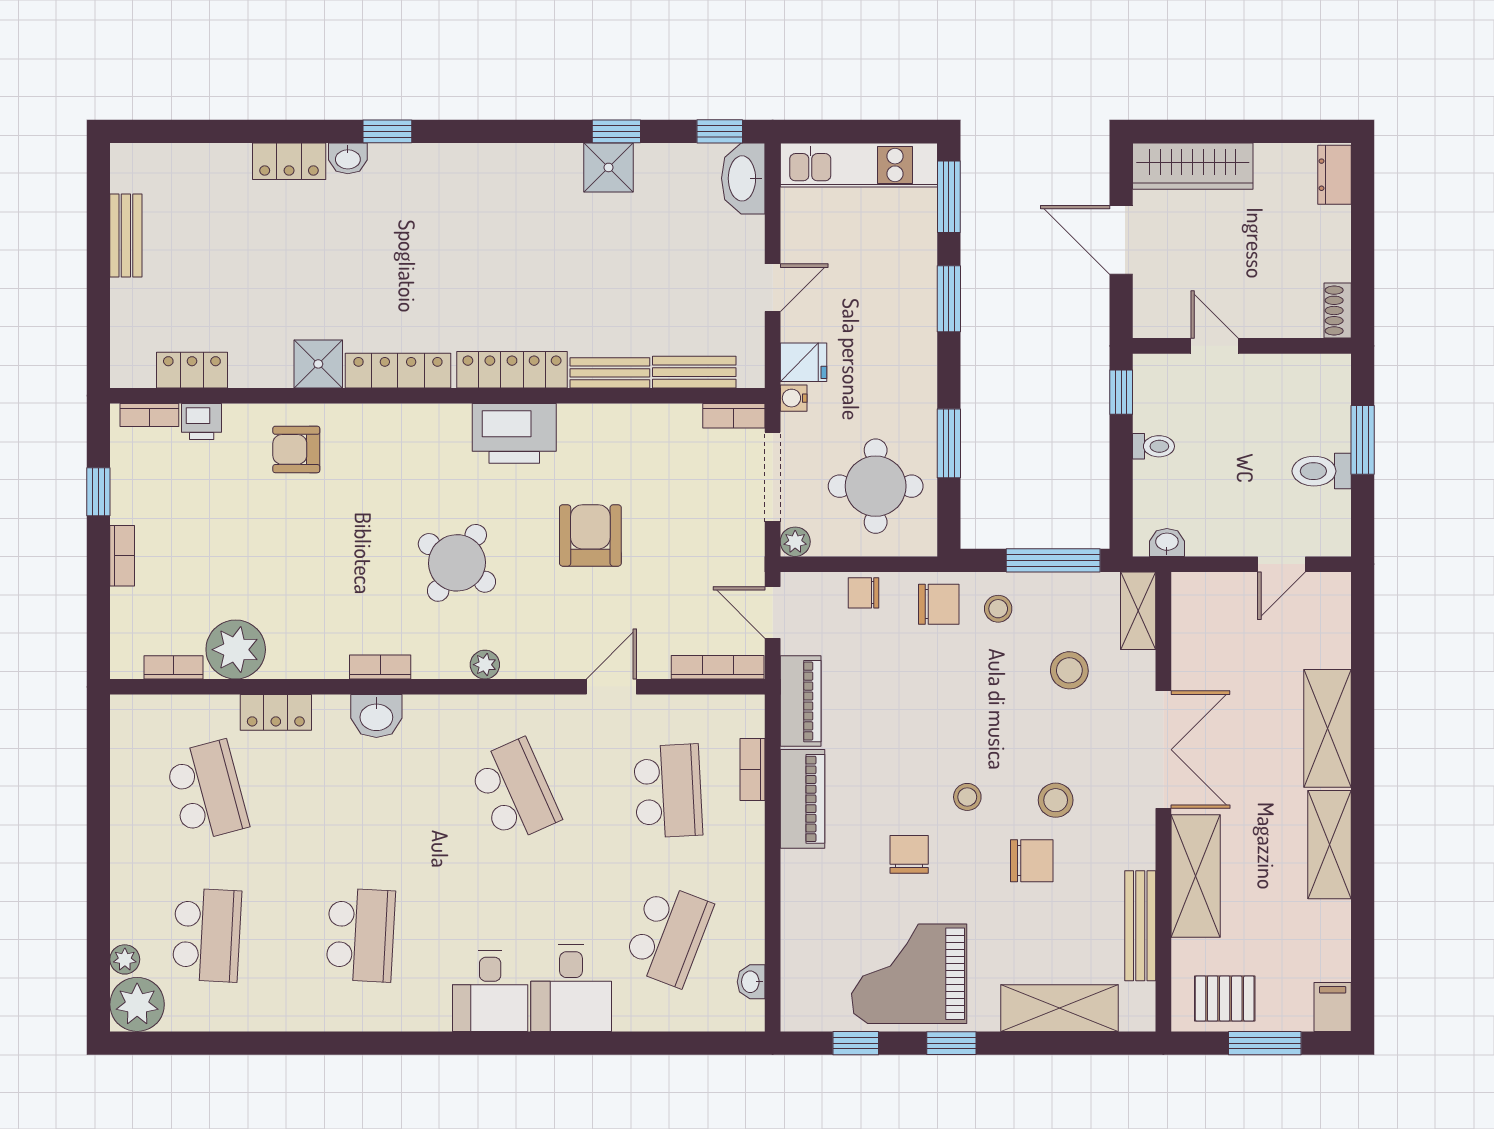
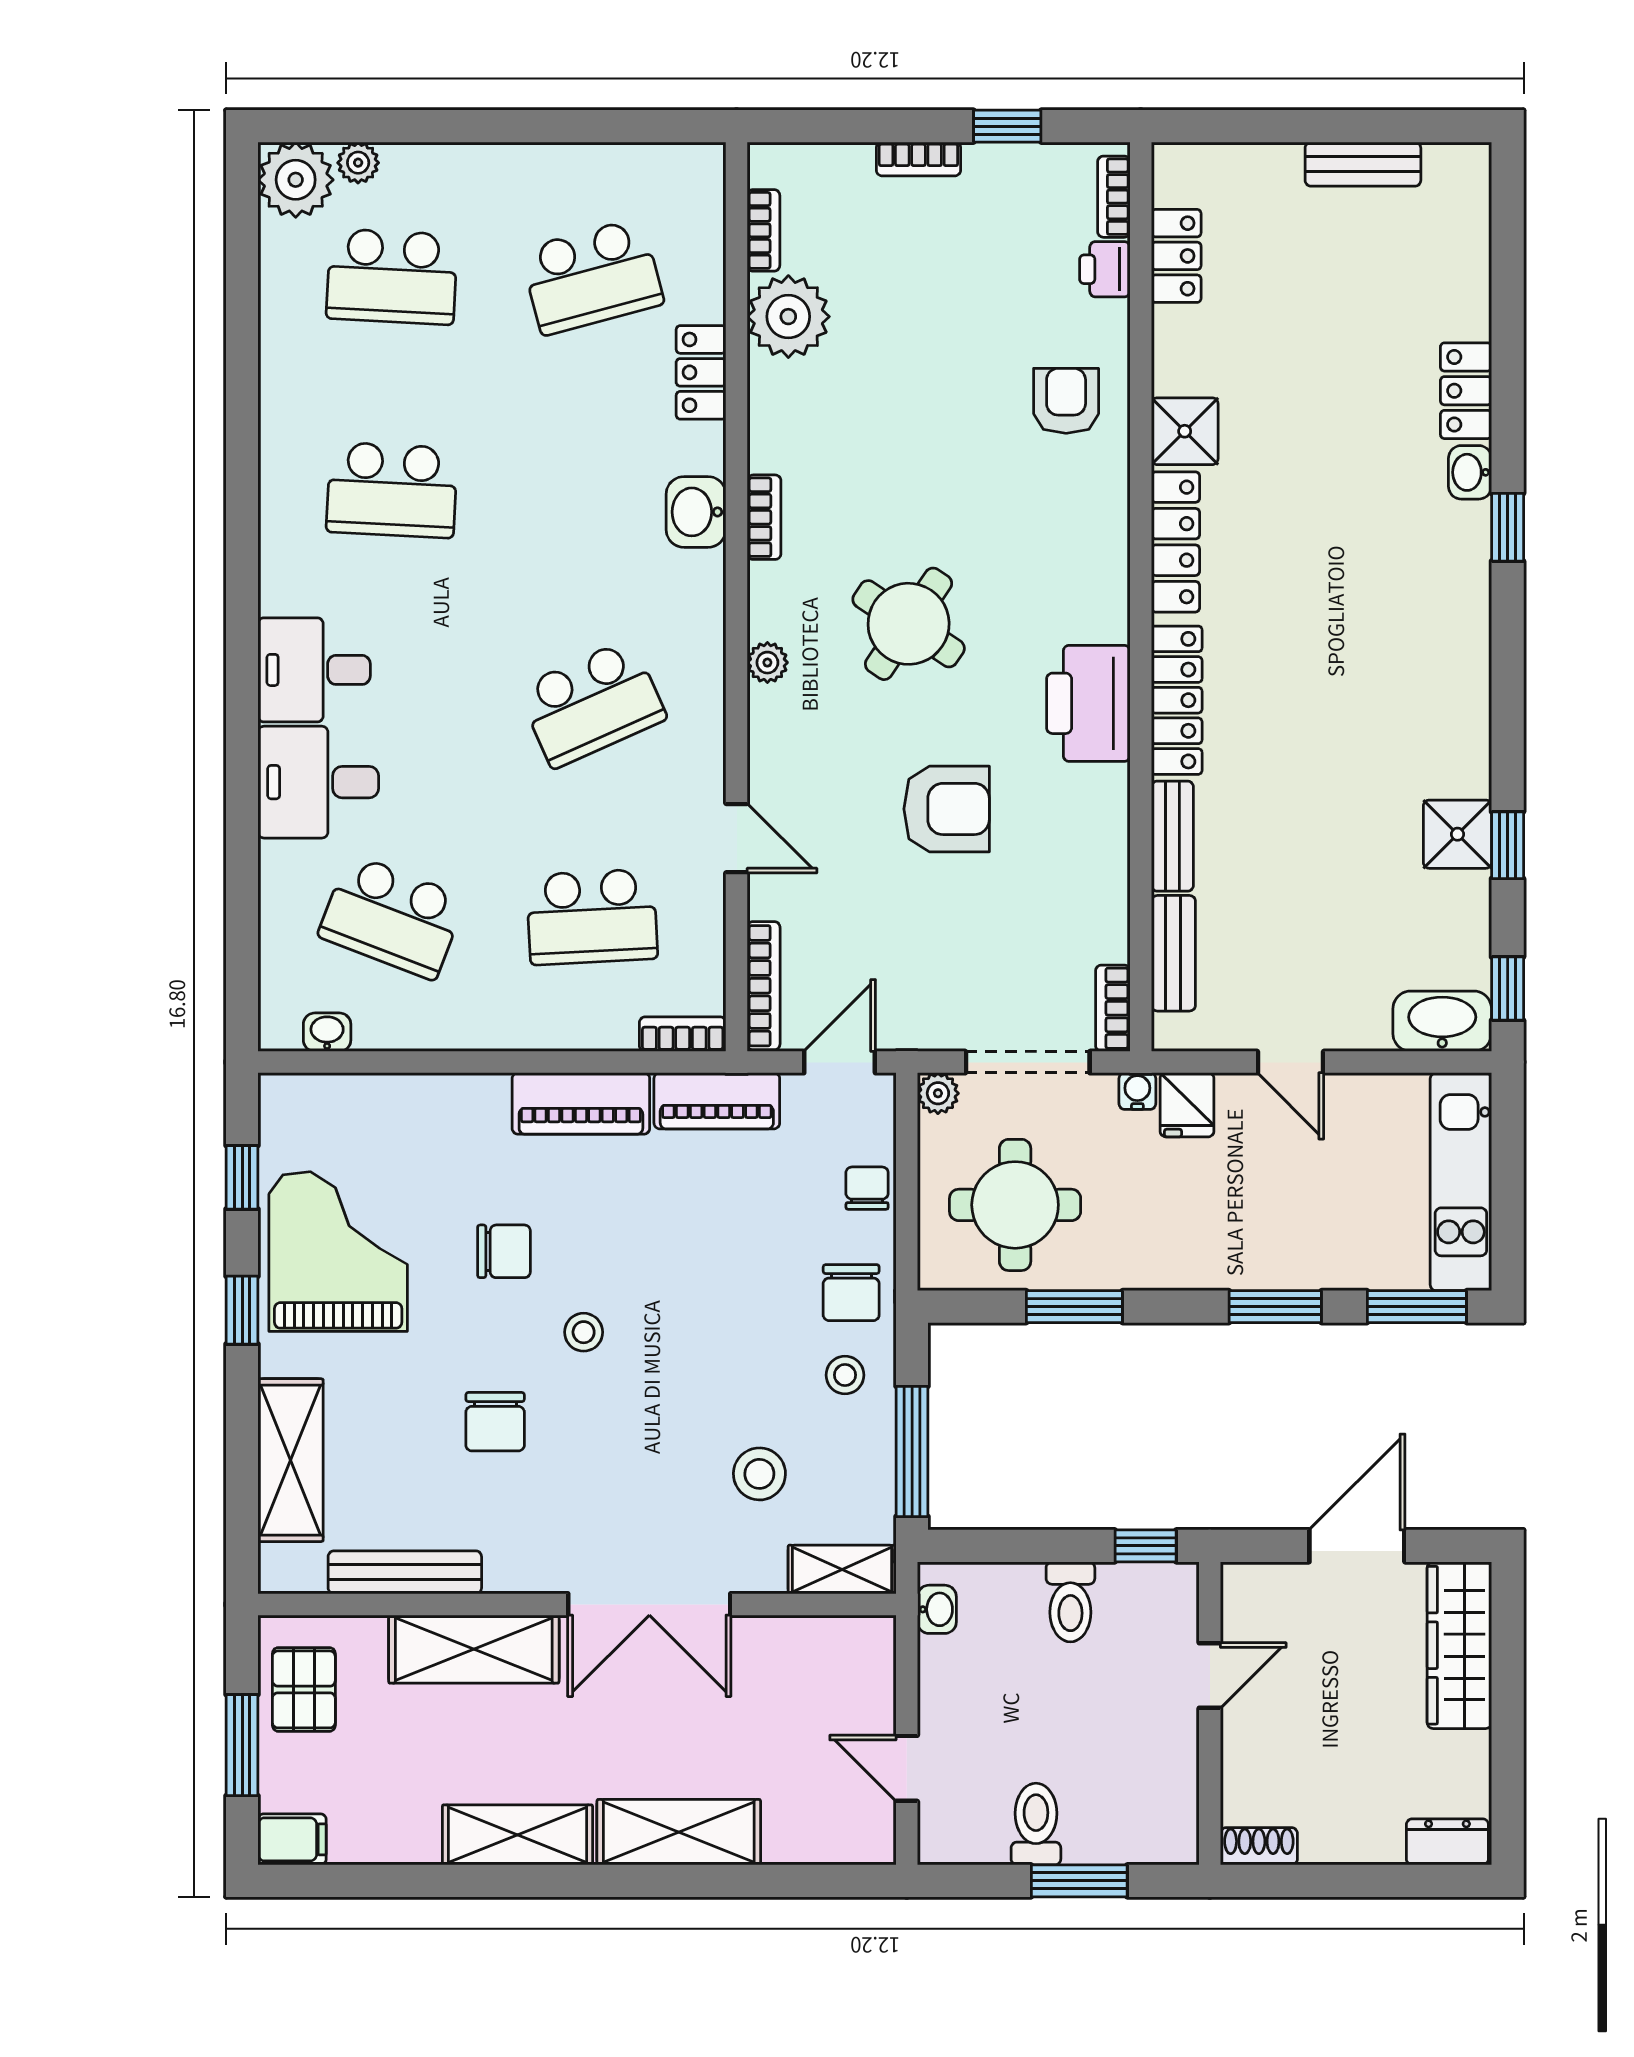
toilet: (1154, 446) -> (1070, 1602), width x1.37, depth x1.39
bookcase: (753, 769) -> (683, 1034), moved
stool: (1056, 800) -> (579, 1455), removed

